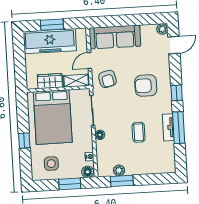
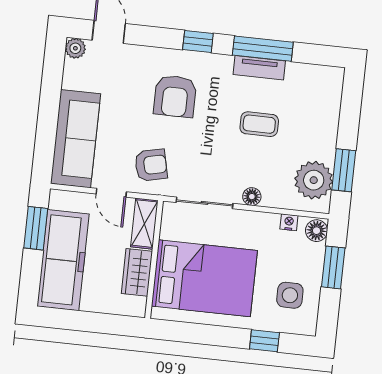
window: (52, 25) -> (36, 228), moved
window: (24, 141) -> (264, 341), moved
plant: (119, 170) -> (314, 180), width x1.88, depth x1.88

